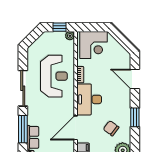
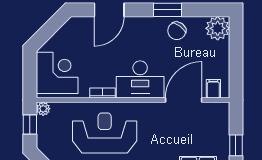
door: (76, 128) -> (184, 100), swing flipped
chair: (111, 128) -> (177, 31), moved

